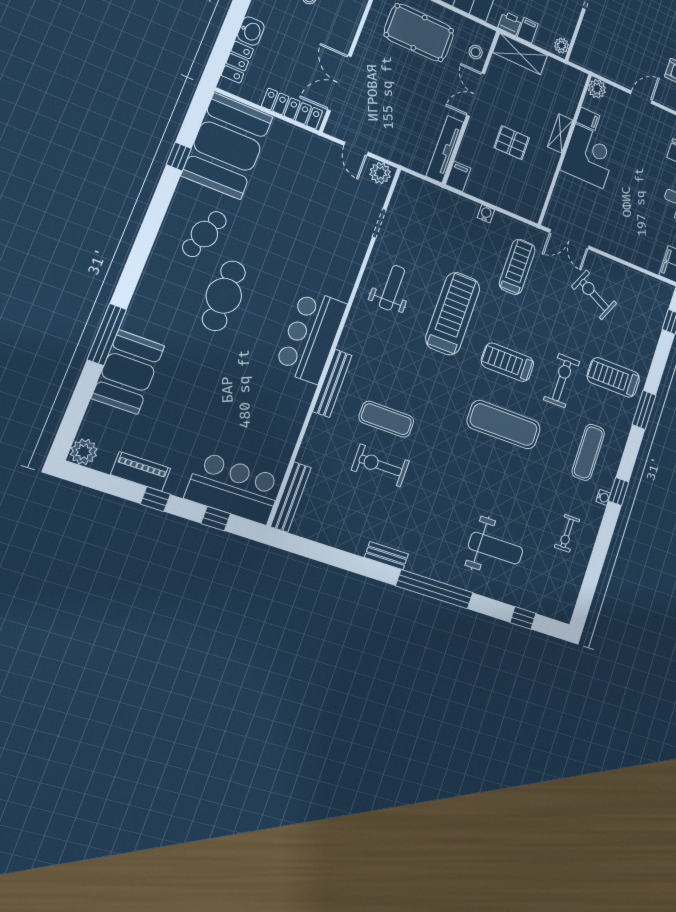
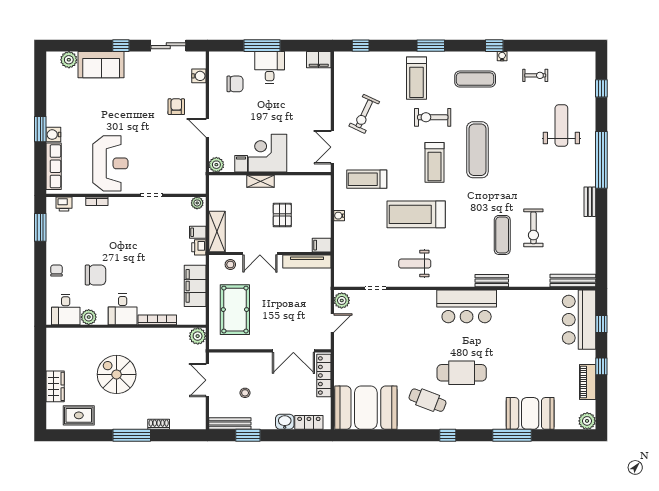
window: (179, 157) -> (448, 435), moved
double door: (569, 239) -> (332, 147), swing flipped
bench: (332, 383) -> (492, 281), width x0.73

